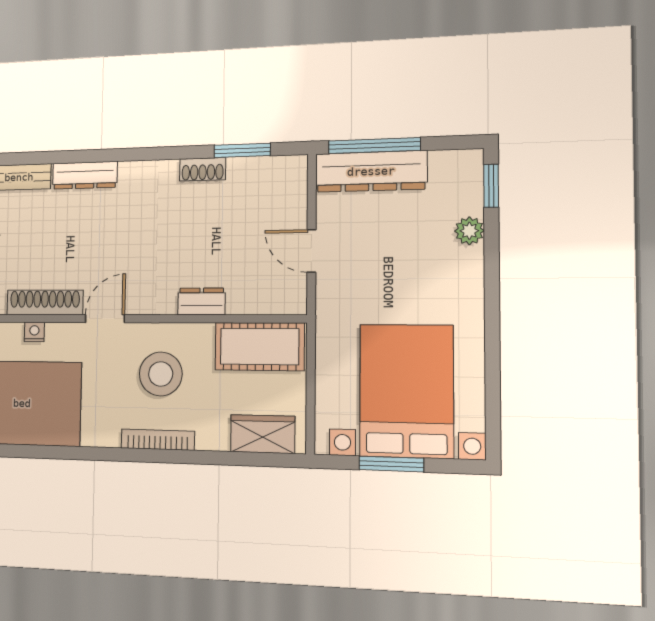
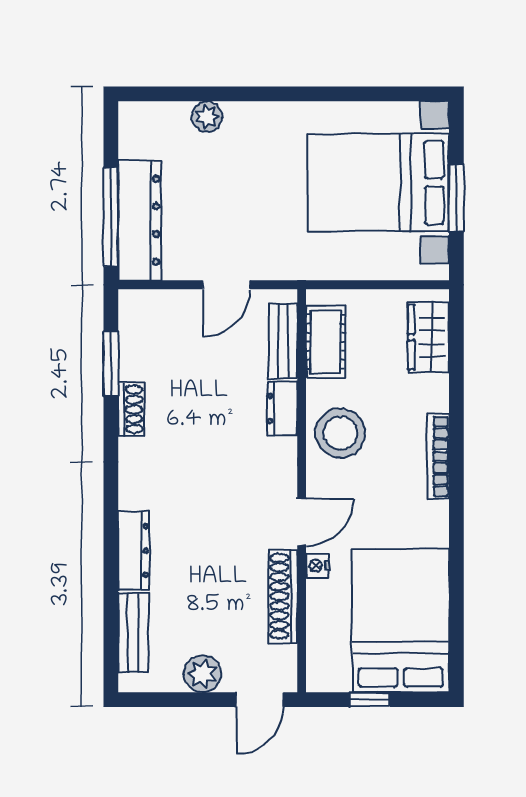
window: (491, 186) -> (159, 94), removed
bench: (261, 302) -> (283, 341), added
door: (105, 319) -> (302, 522), swing flipped
nightstand: (34, 332) -> (318, 566), moved
cot: (259, 347) -> (326, 342), width x0.73, depth x0.75
stool: (161, 374) -> (340, 433), moved

